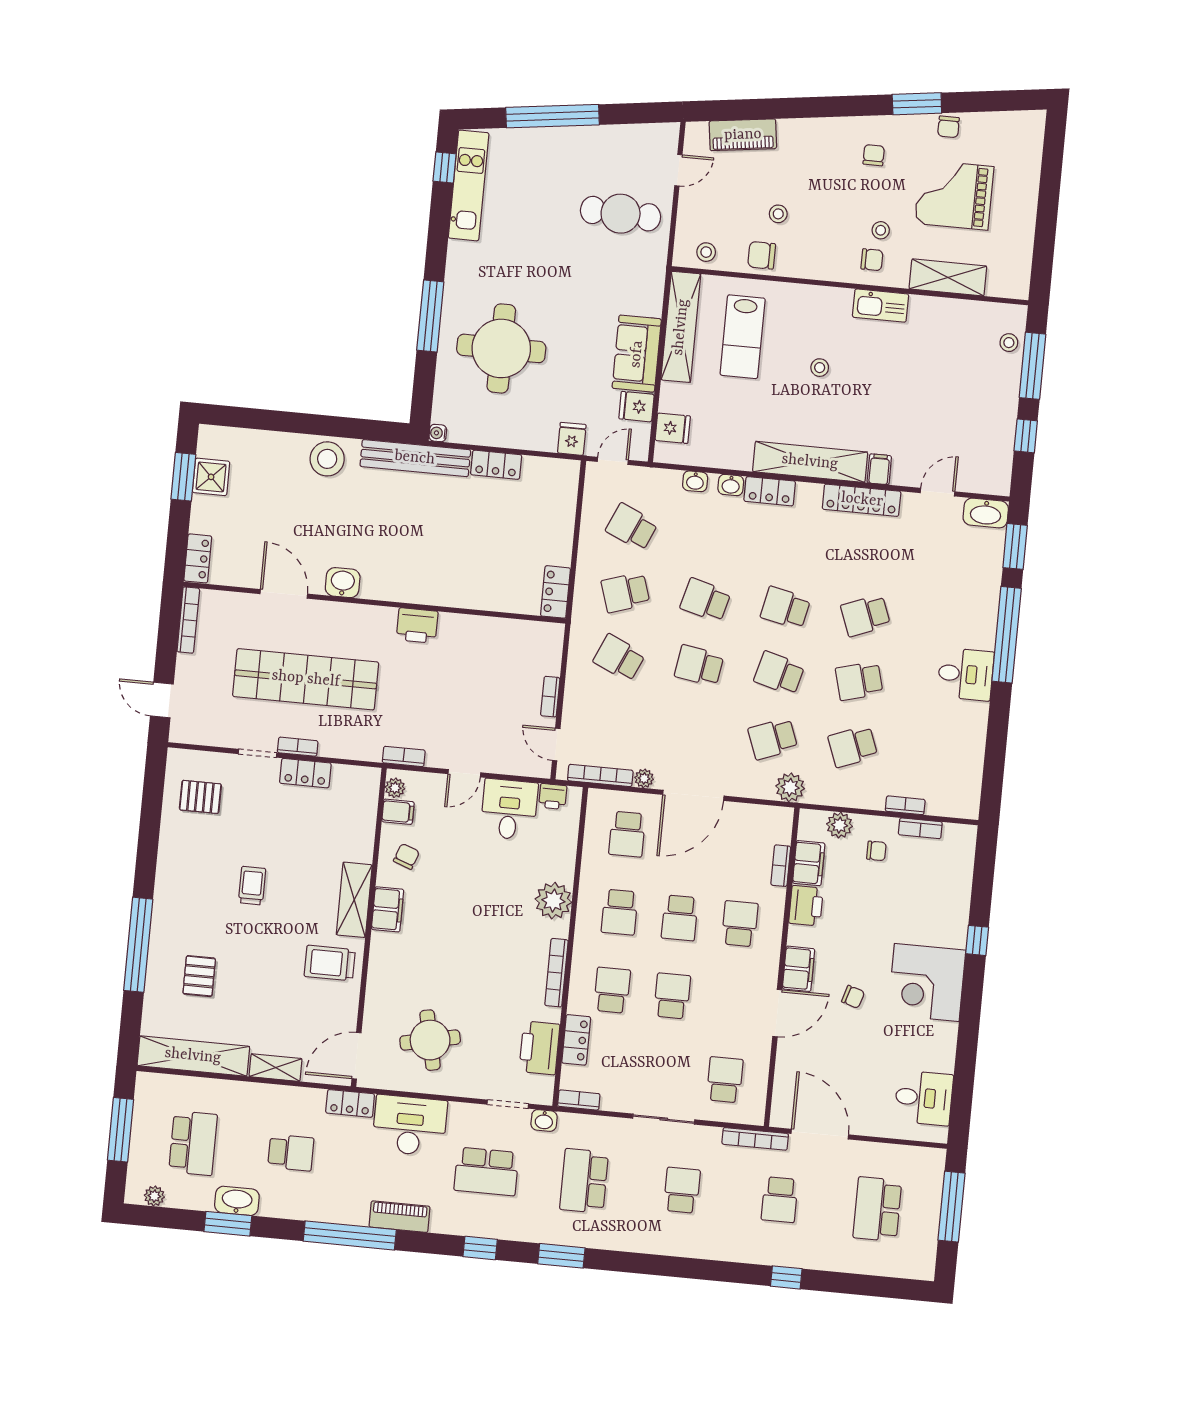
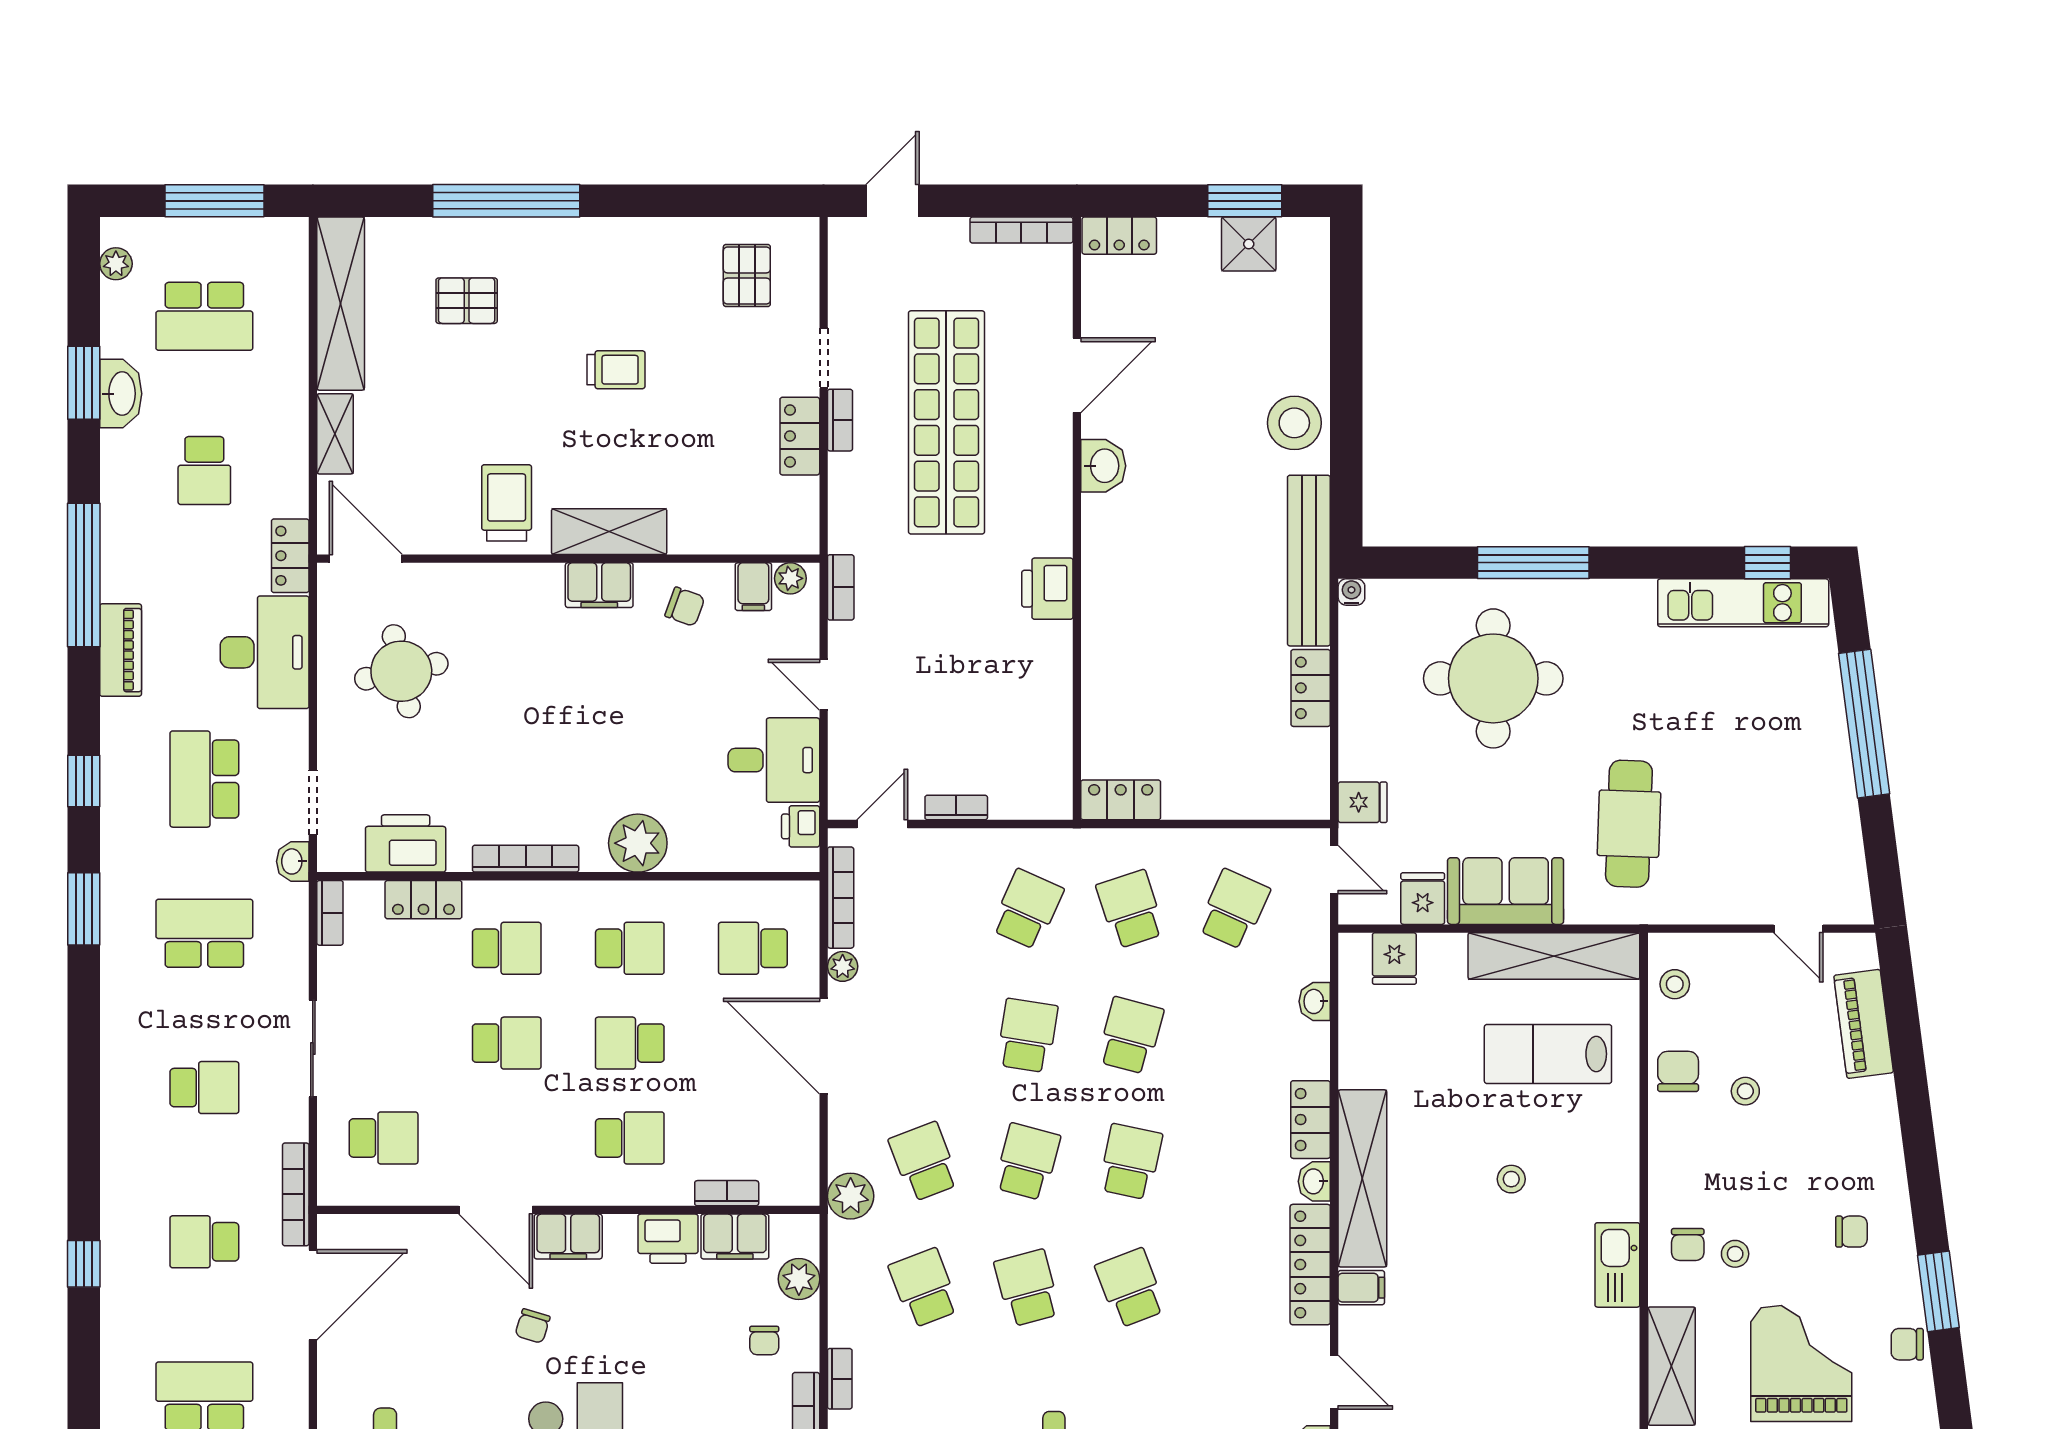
cafe table: (621, 214) -> (1629, 824), moved
washbasin: (731, 485) -> (1314, 1181), moved
school desk: (620, 912) -> (630, 948), turned 180

